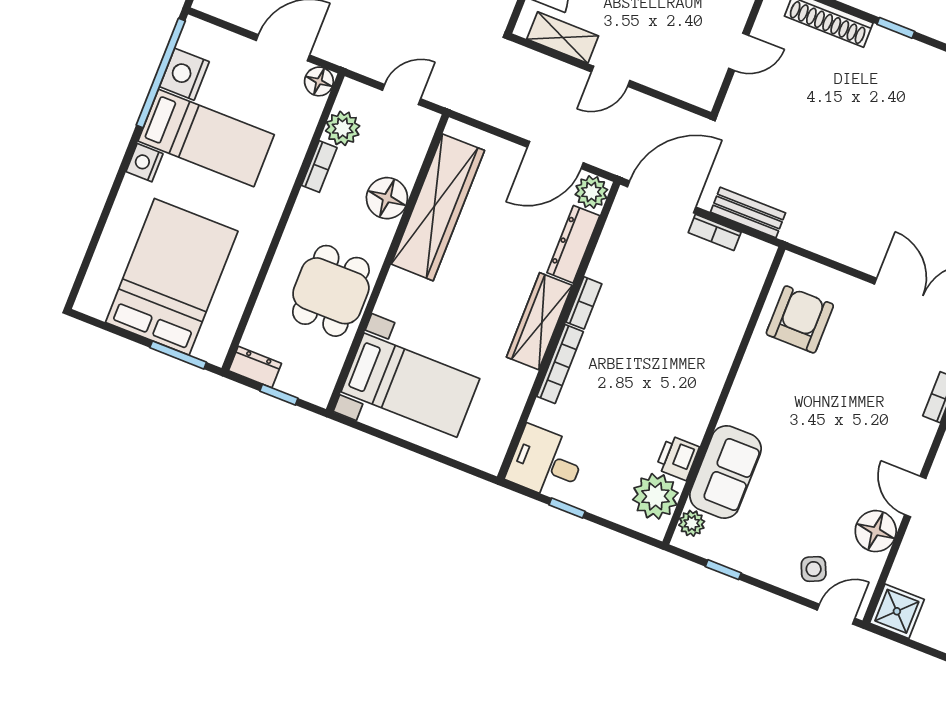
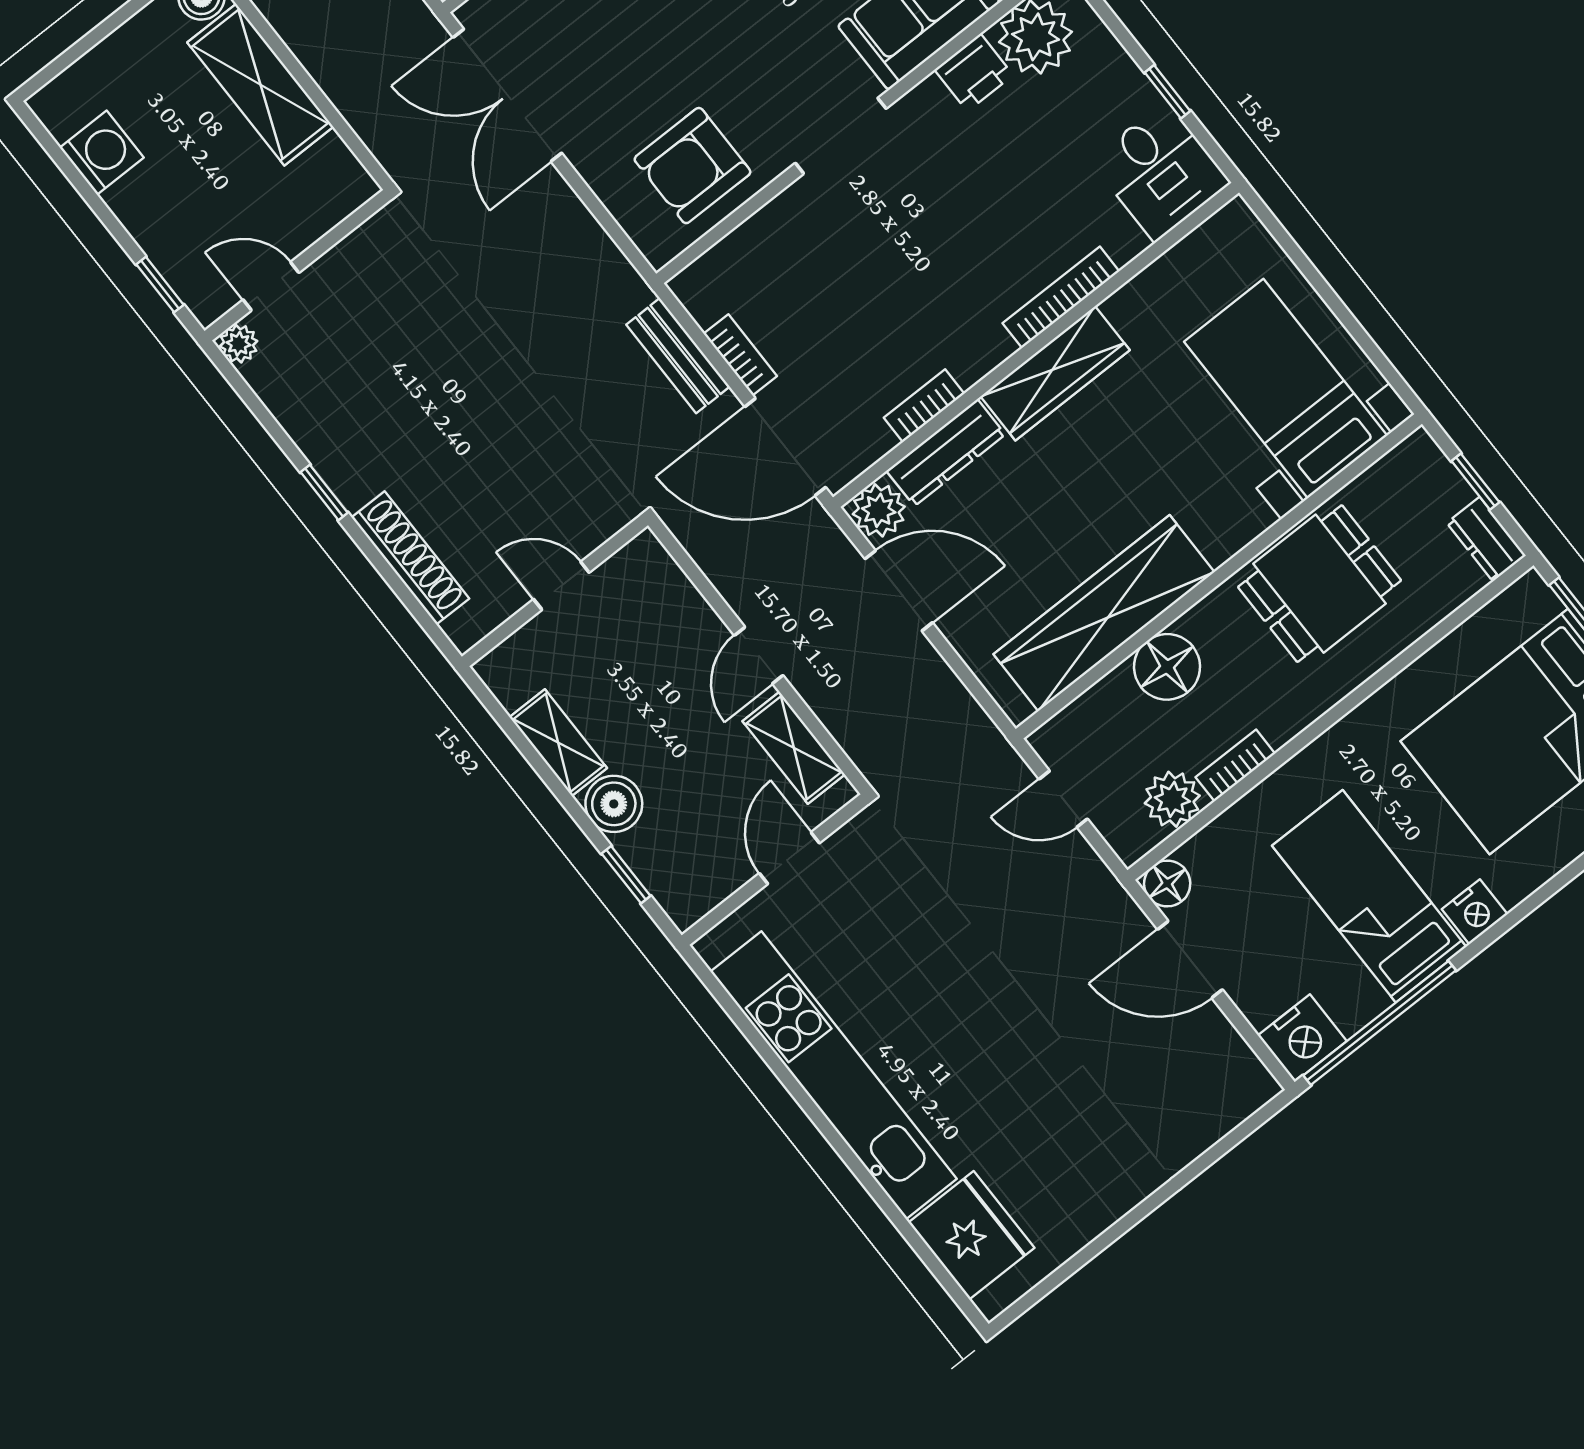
nightstand: (184, 74) -> (1302, 1038), moved
door: (611, 76) -> (759, 655), swing flipped
bookcase: (584, 303) -> (924, 406), moved
doorway: (729, 382) -> (841, 136), added

